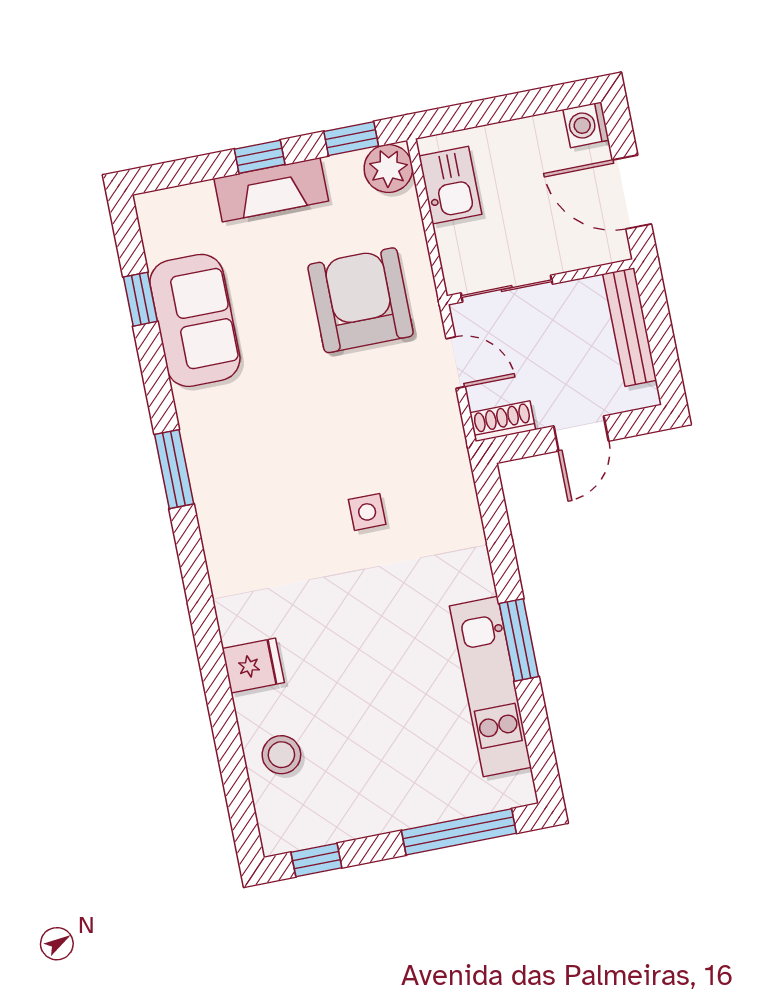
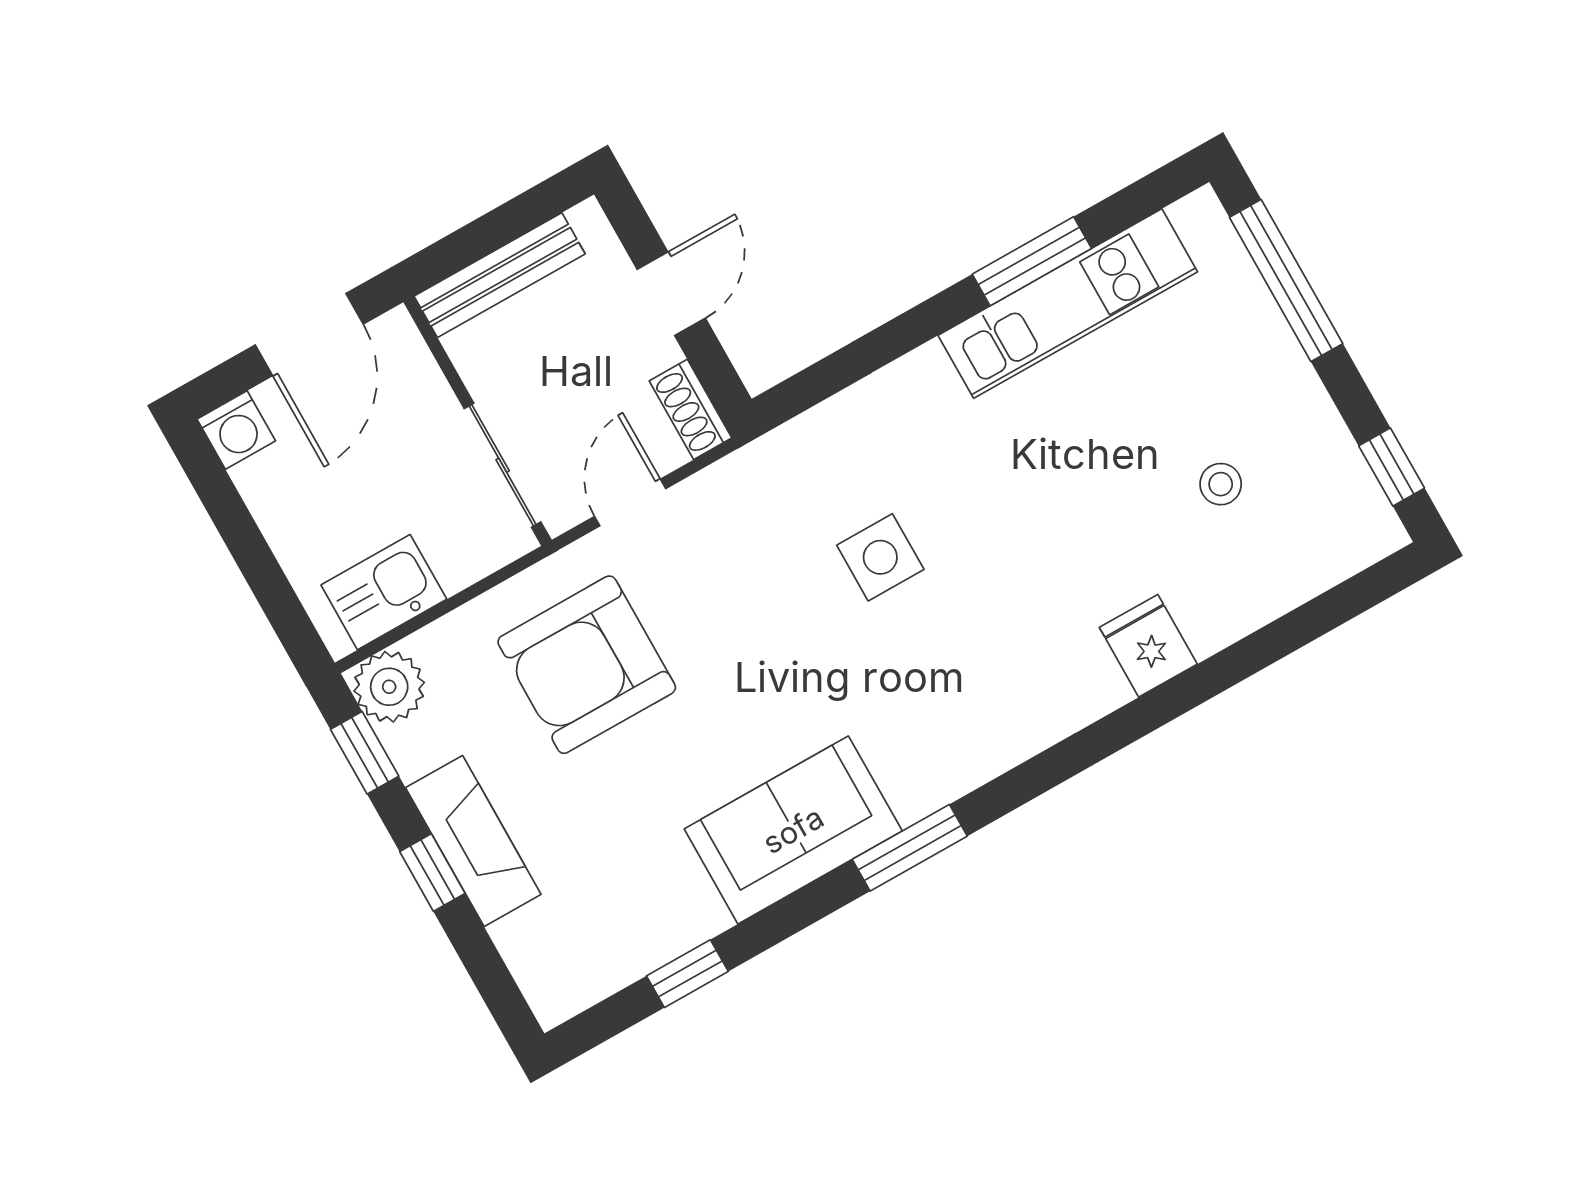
sofa: (195, 320) -> (793, 830), moved
door: (581, 434) -> (671, 294), hinge flipped
side table: (367, 512) -> (880, 557), width x1.37, depth x1.37
window: (519, 640) -> (1032, 261), moved
stool: (281, 755) -> (1221, 484), moved, width x0.73, depth x0.73

